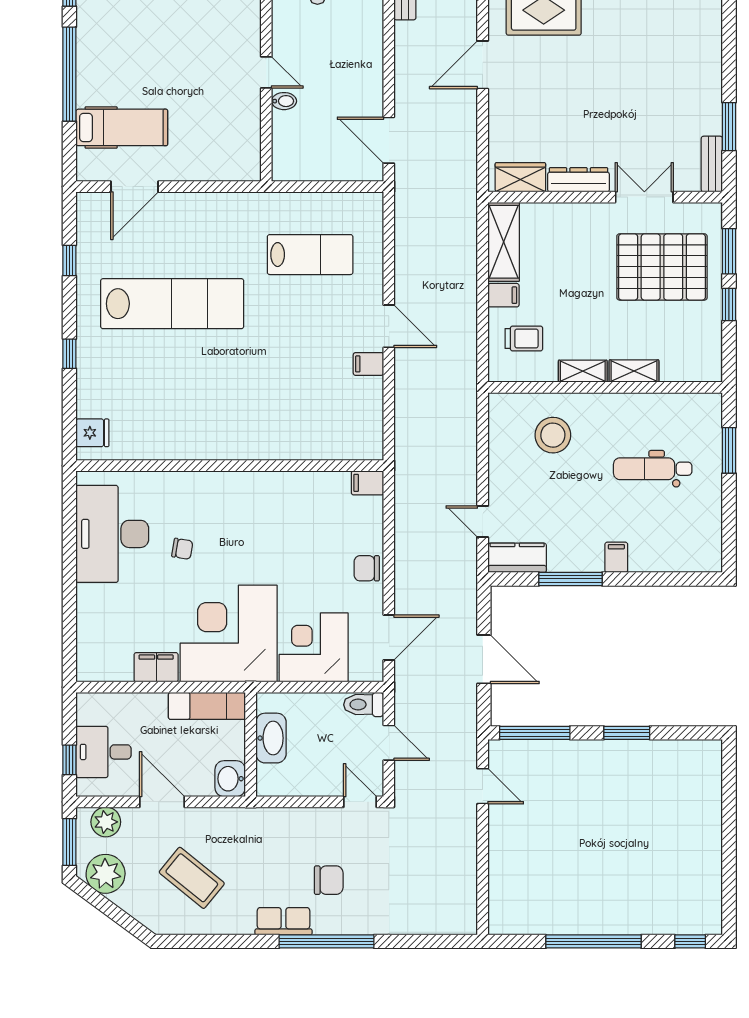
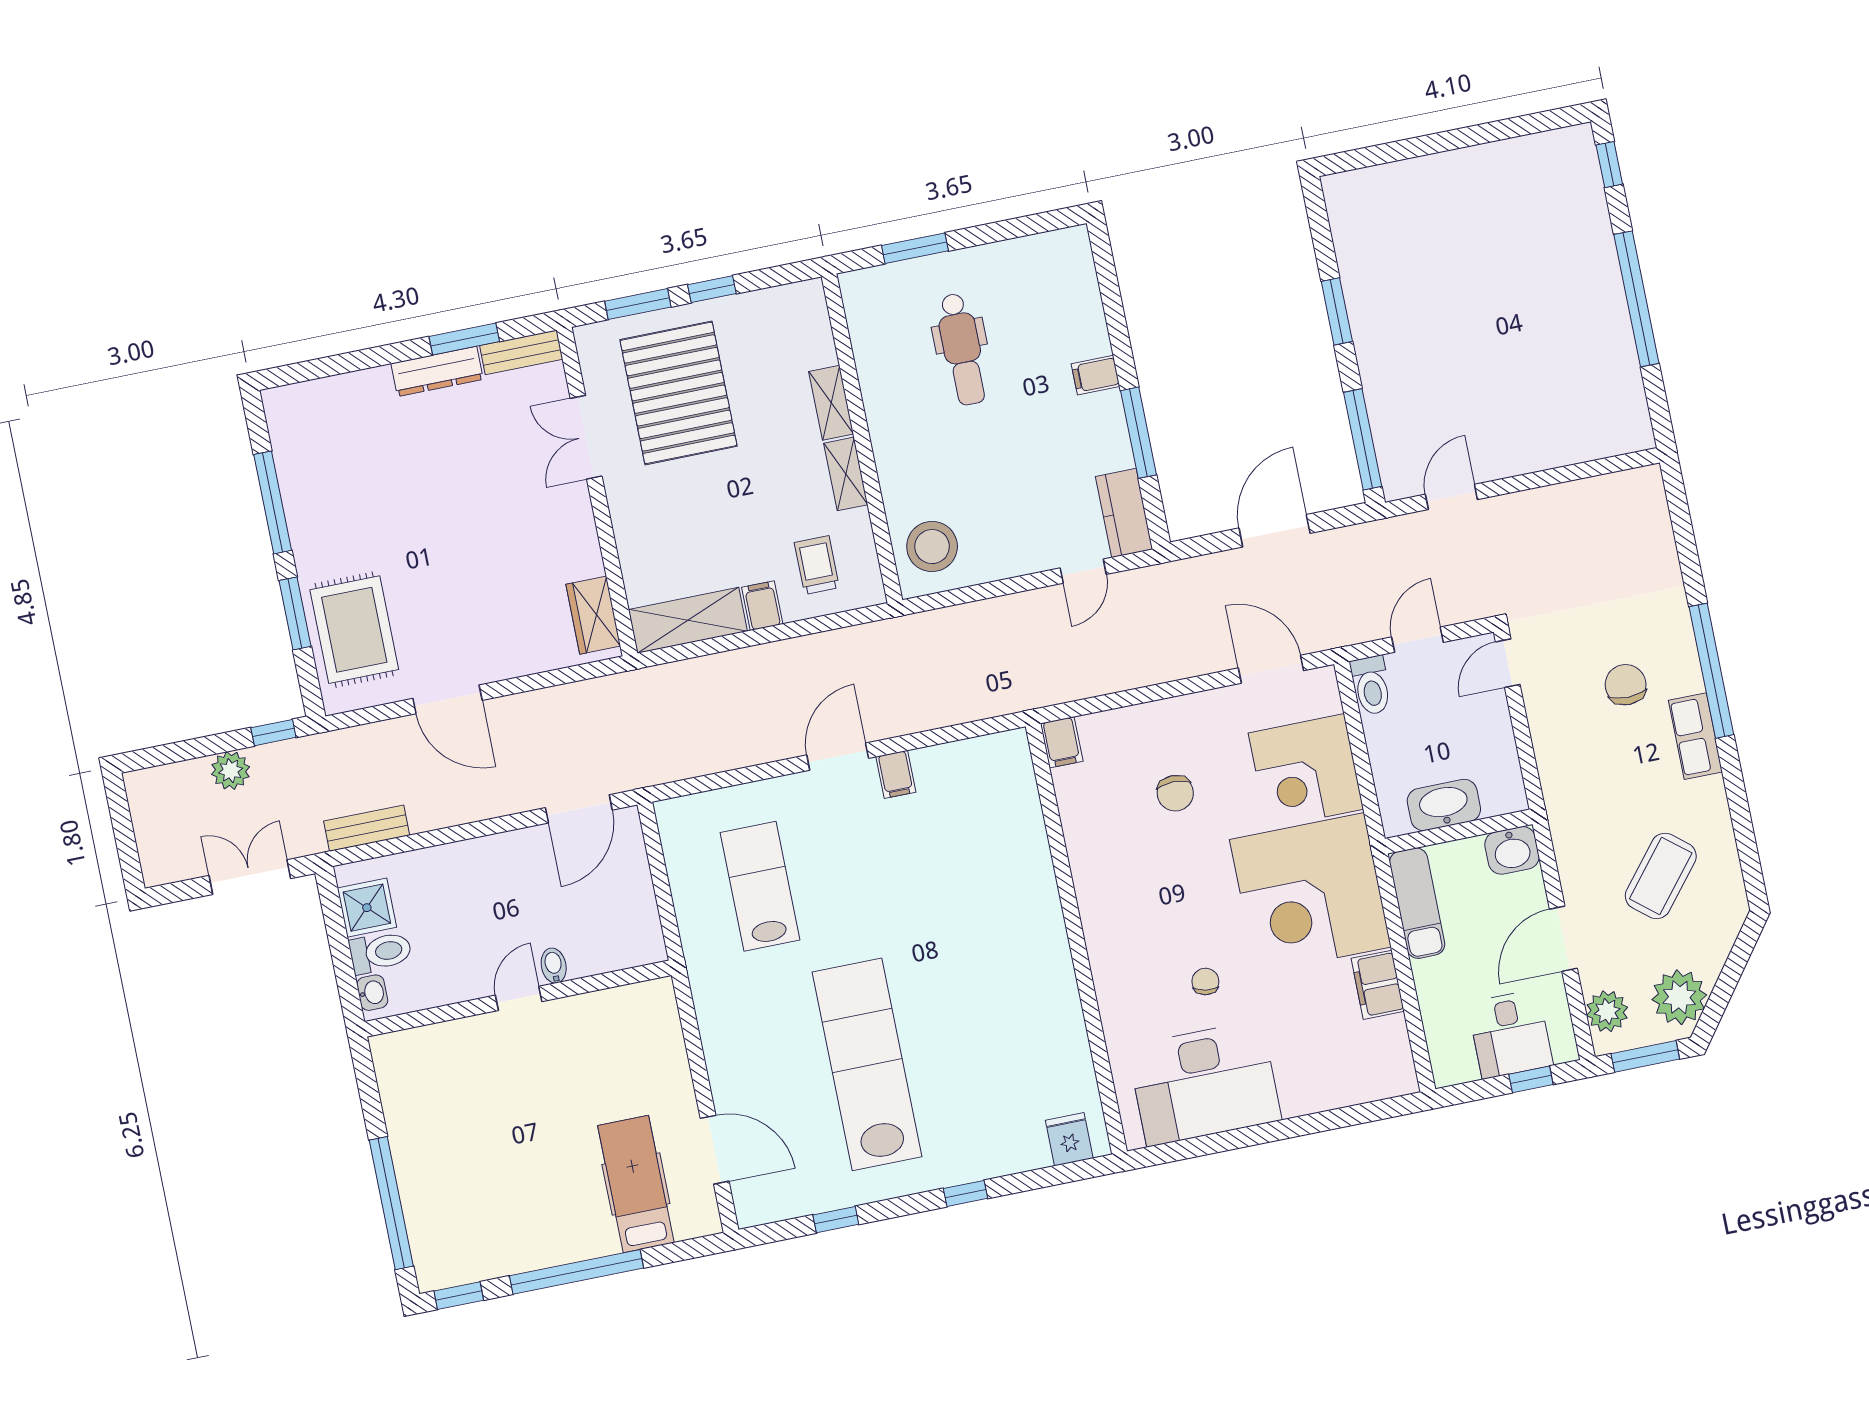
dresser: (579, 180) -> (437, 371), moved, turned -90
stool: (553, 435) -> (932, 547), moved
chair: (367, 568) -> (1175, 793), moved

